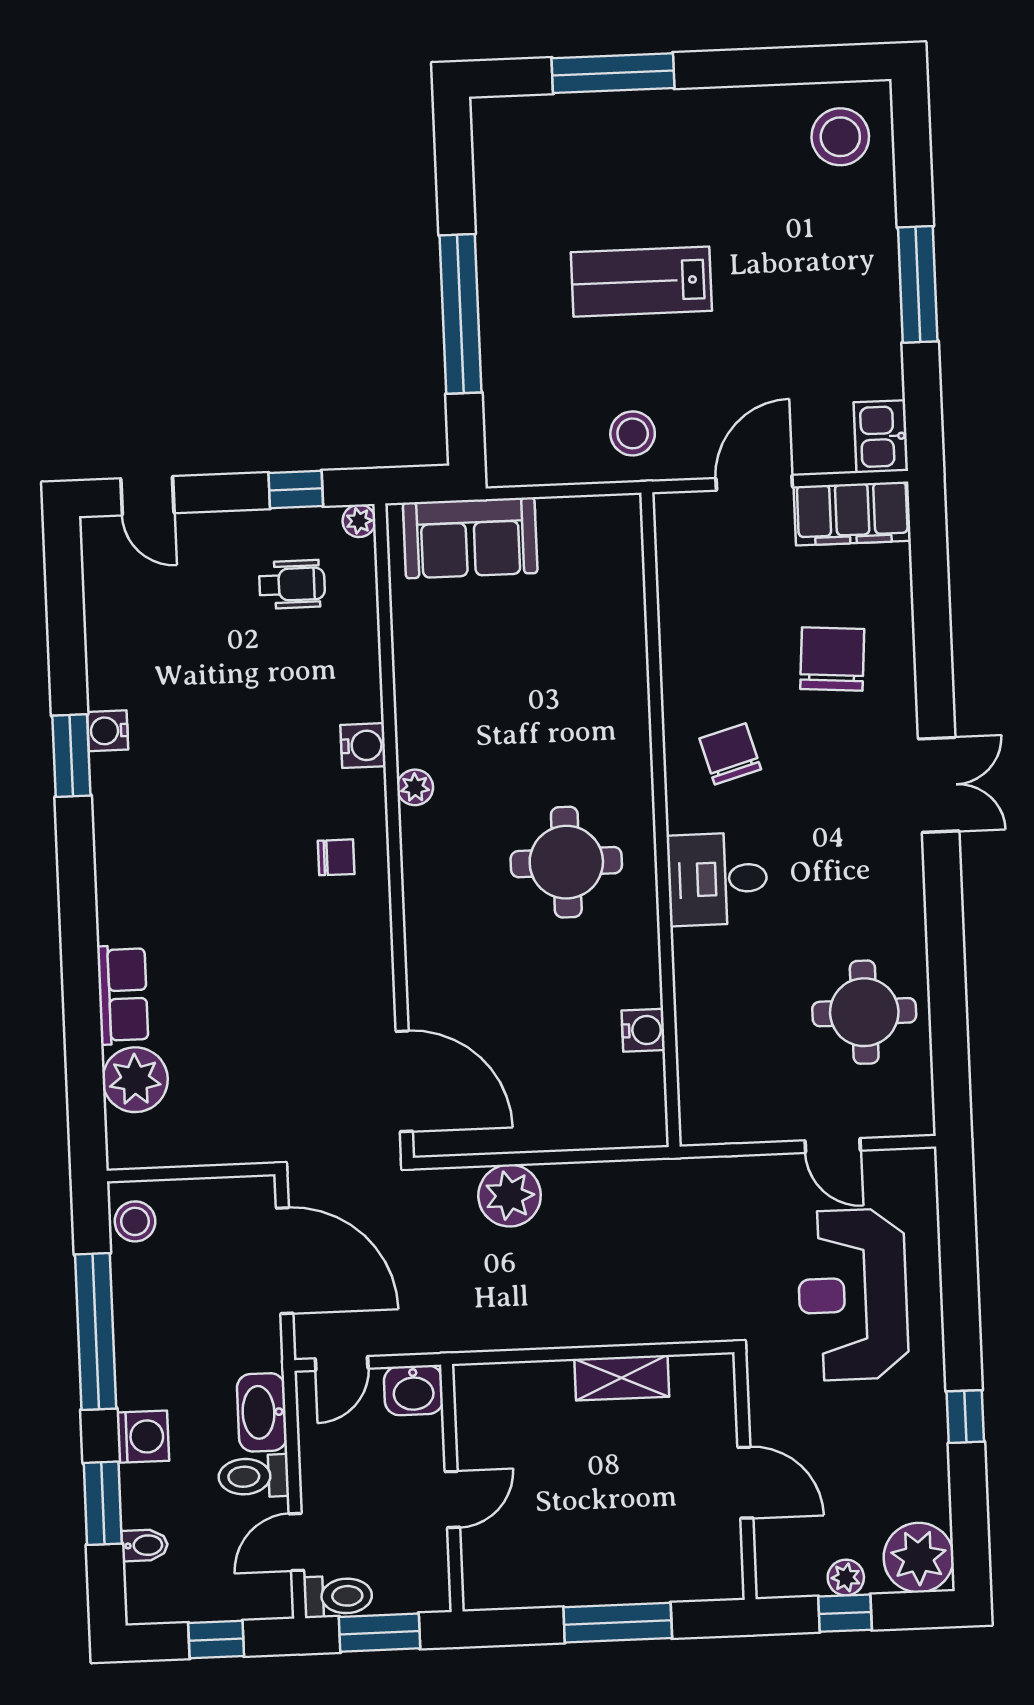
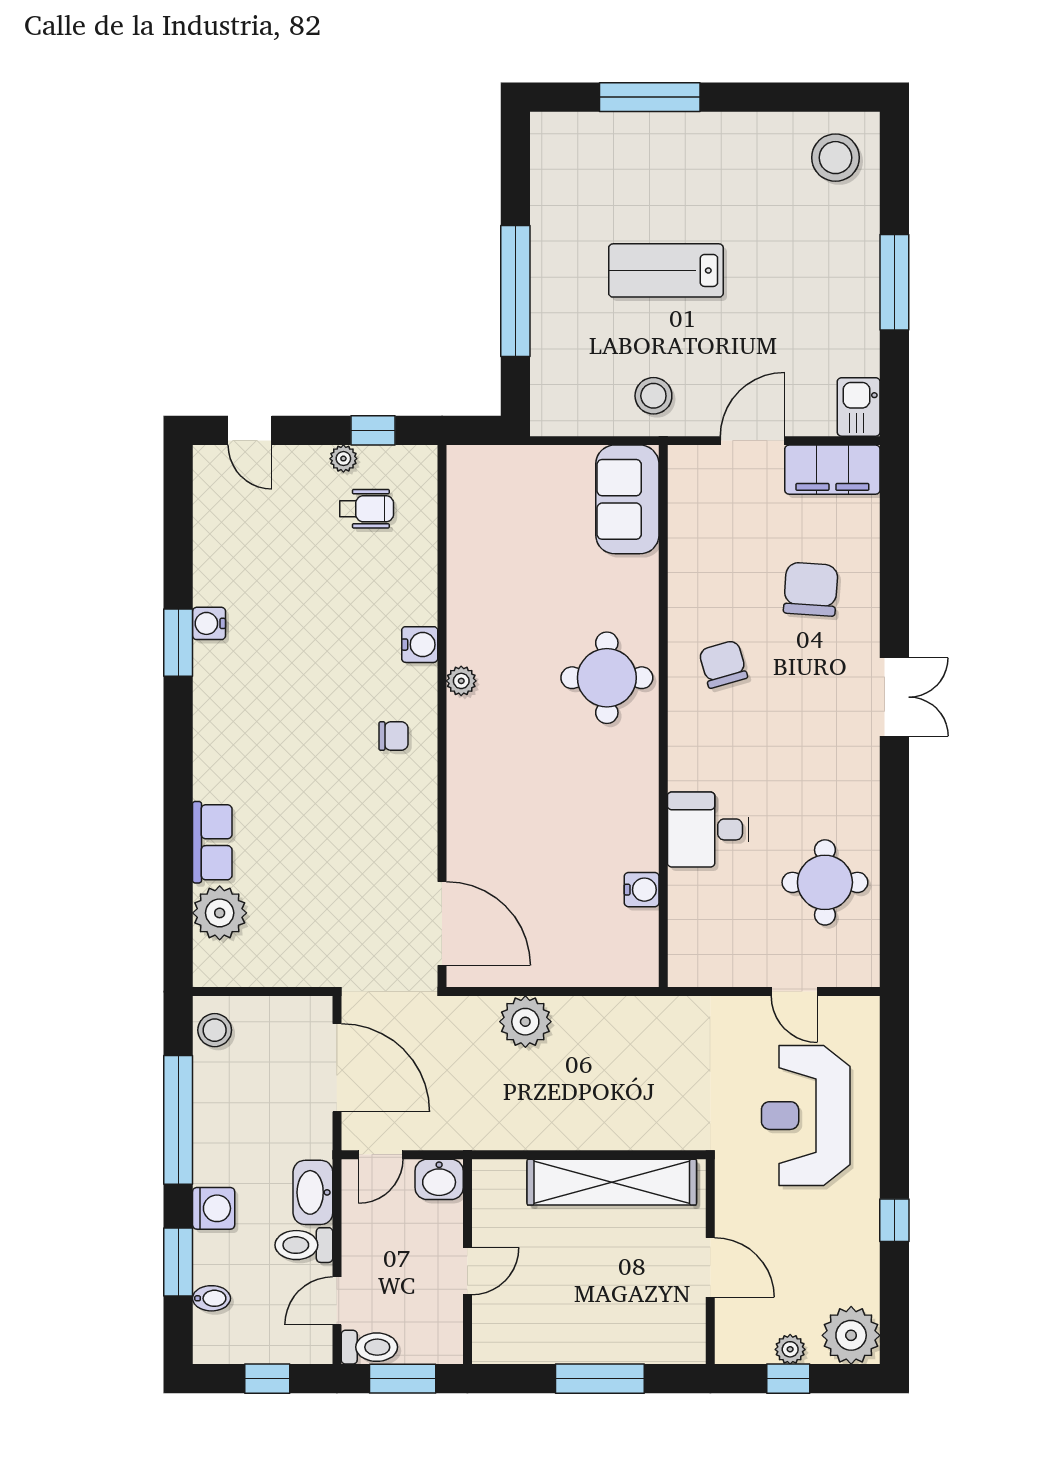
plant: (359, 521) -> (343, 459), moved
sofa: (470, 538) -> (627, 499), moved, turned 90
round table: (566, 862) -> (607, 678), moved
desk: (717, 879) -> (708, 829), moved
shelving: (622, 1378) -> (612, 1182), width x2.20, depth x1.33

